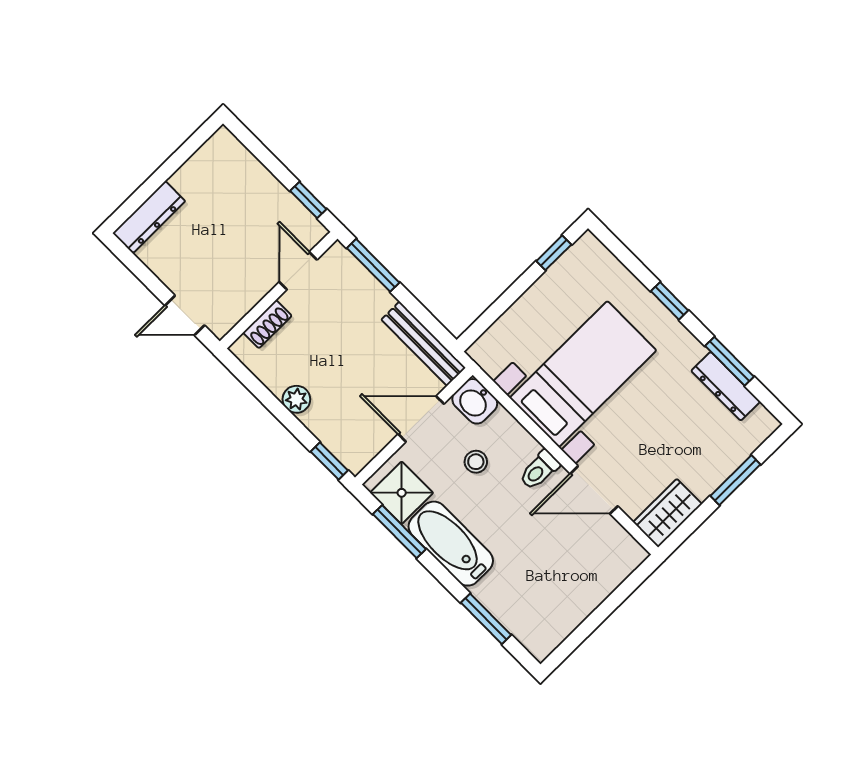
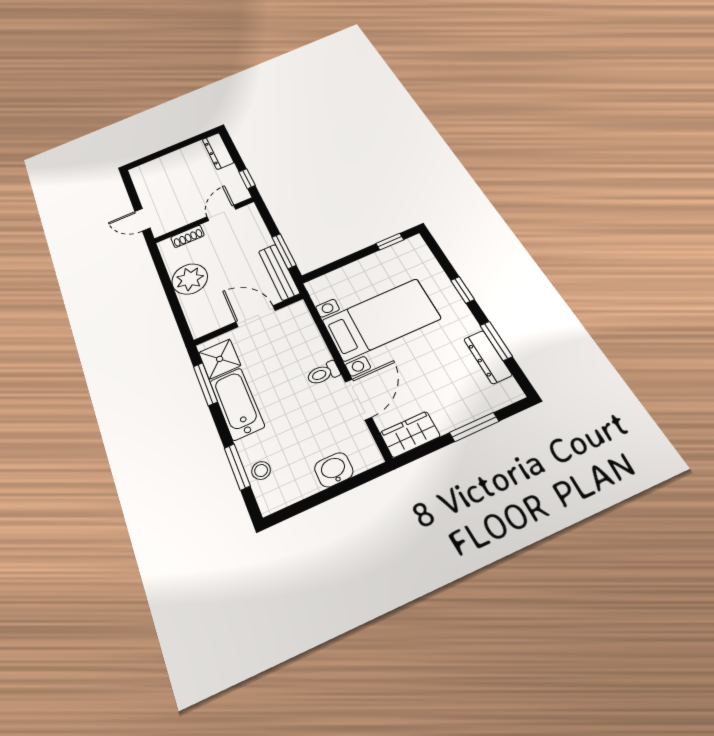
dresser: (149, 217) -> (218, 151), moved, turned 90
window: (373, 265) -> (284, 251), moved
plant: (296, 399) -> (190, 279), width x1.87, depth x1.87
washbasin: (475, 401) -> (334, 470), moved, turned 90
window: (329, 461) -> (183, 325), removed
stool: (476, 462) -> (261, 471), moved
door: (594, 490) -> (358, 399), swing flipped

